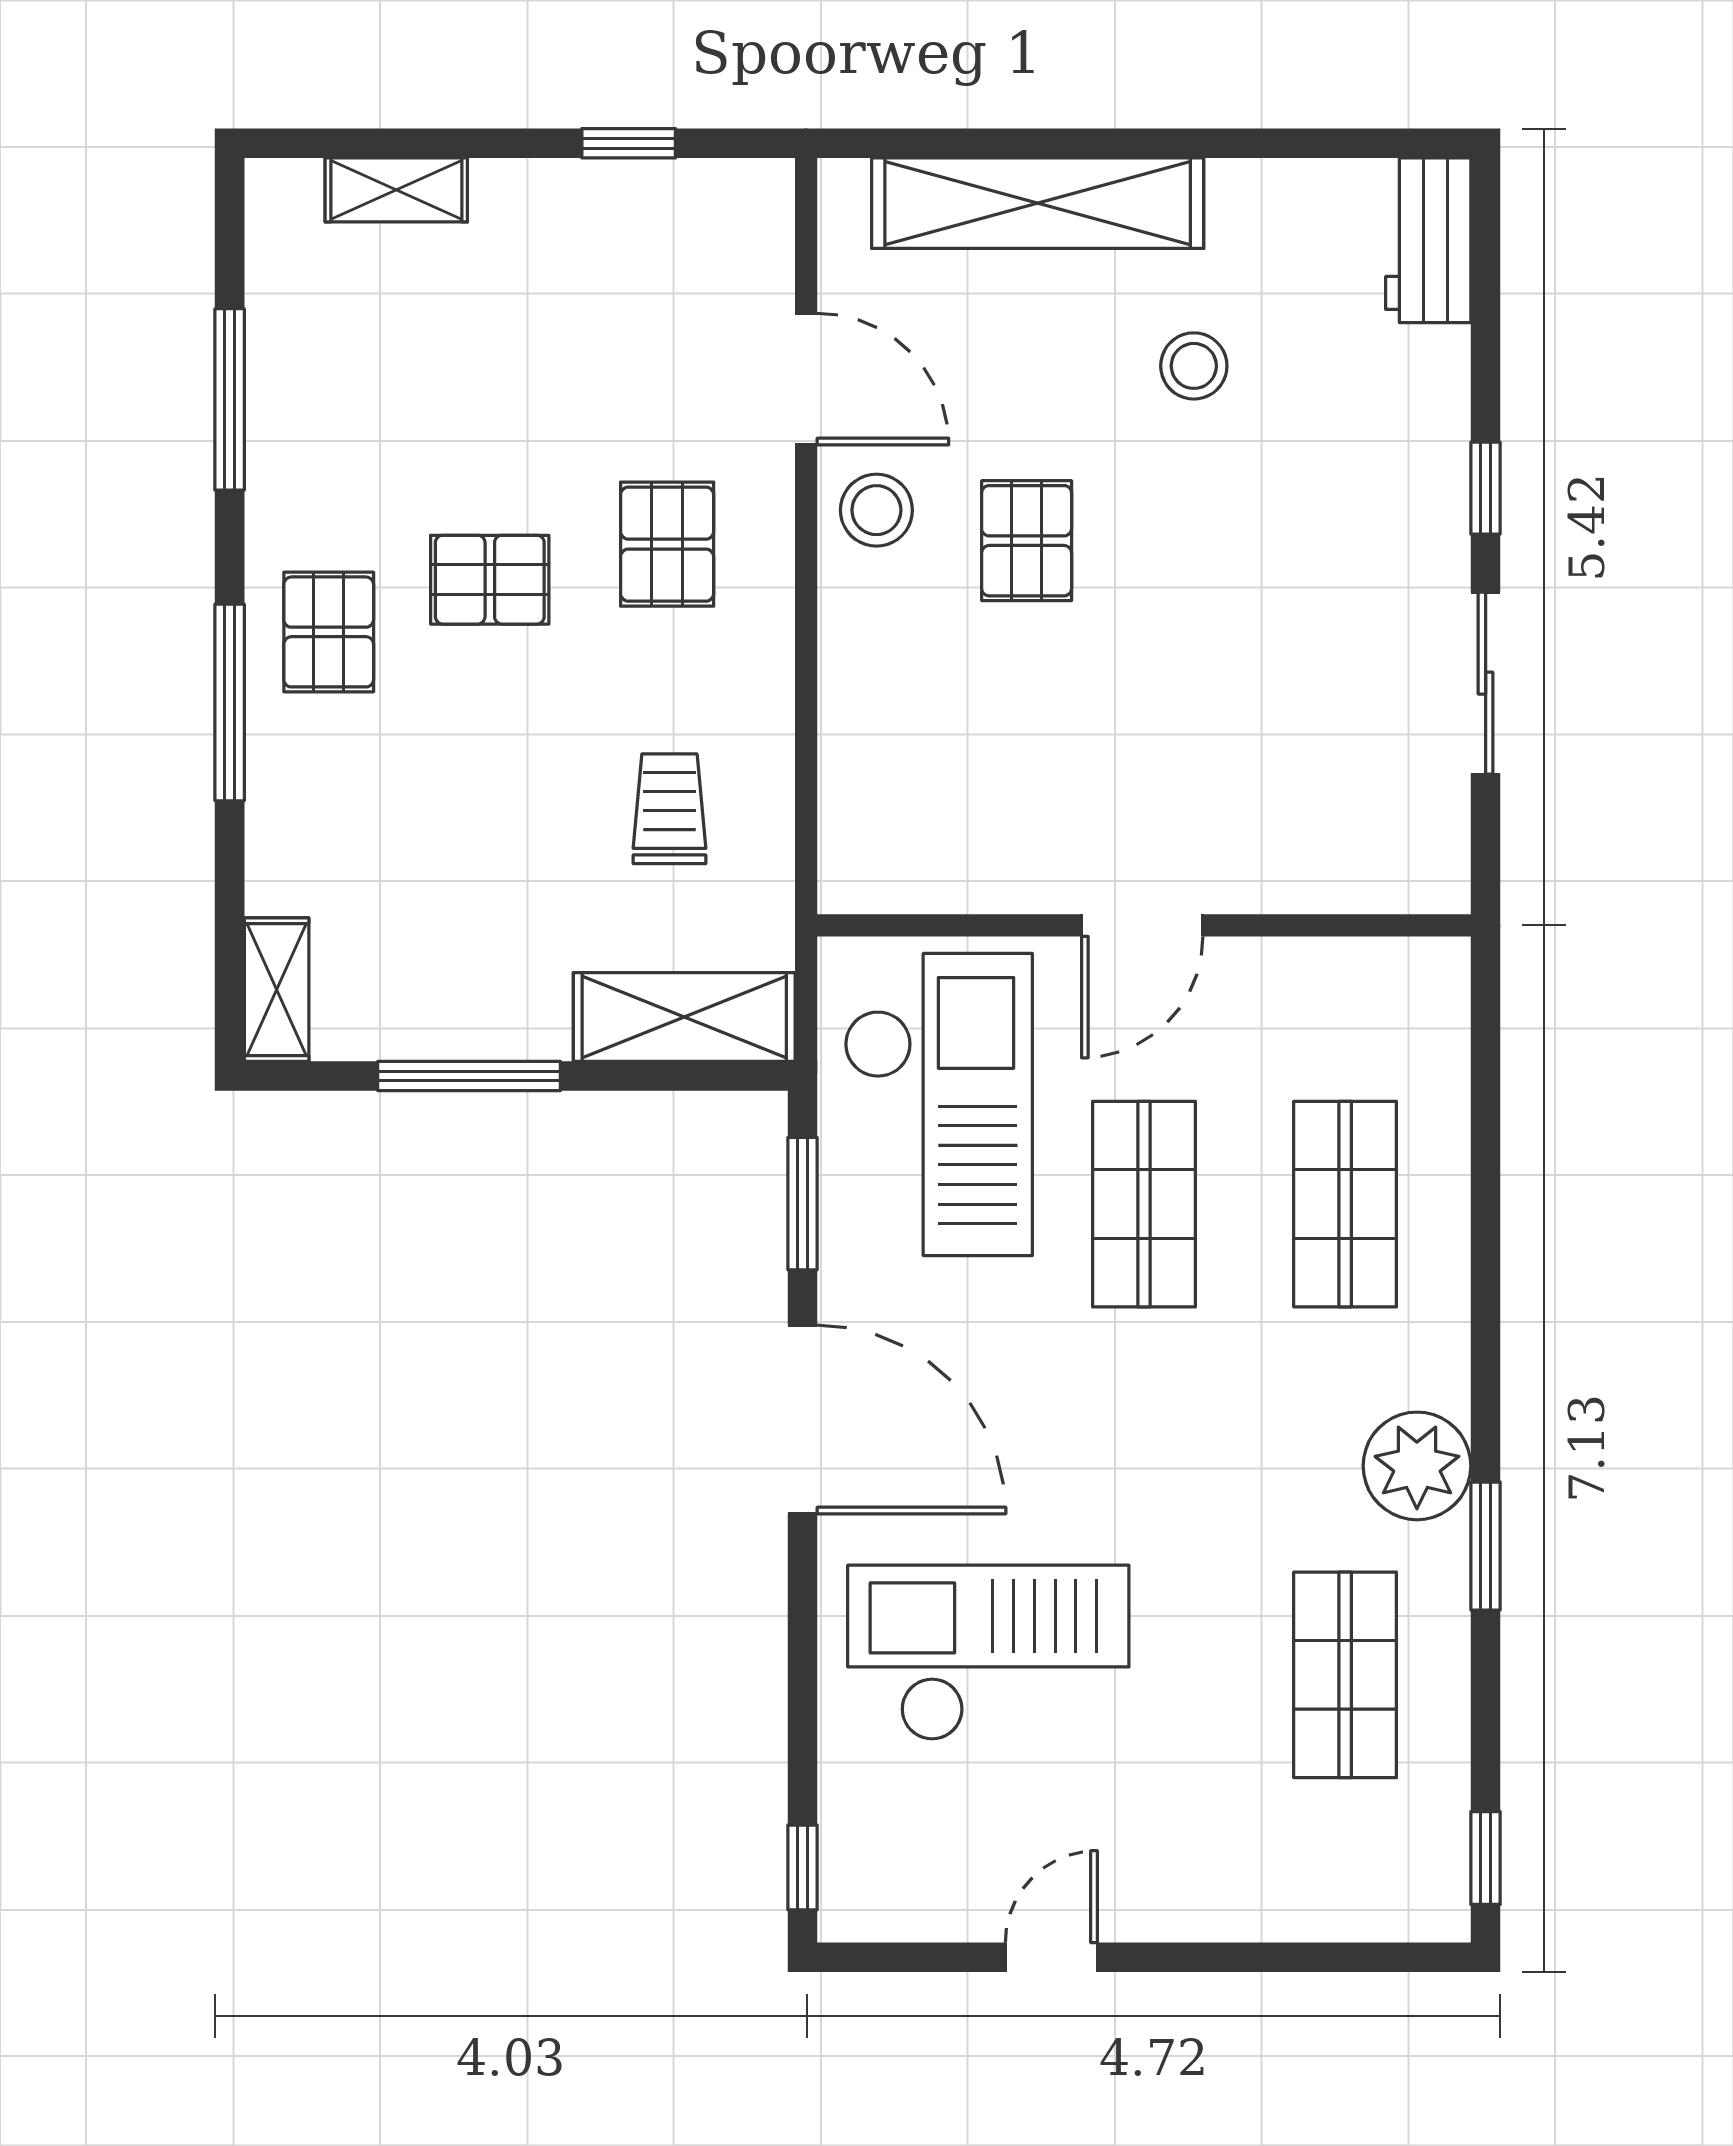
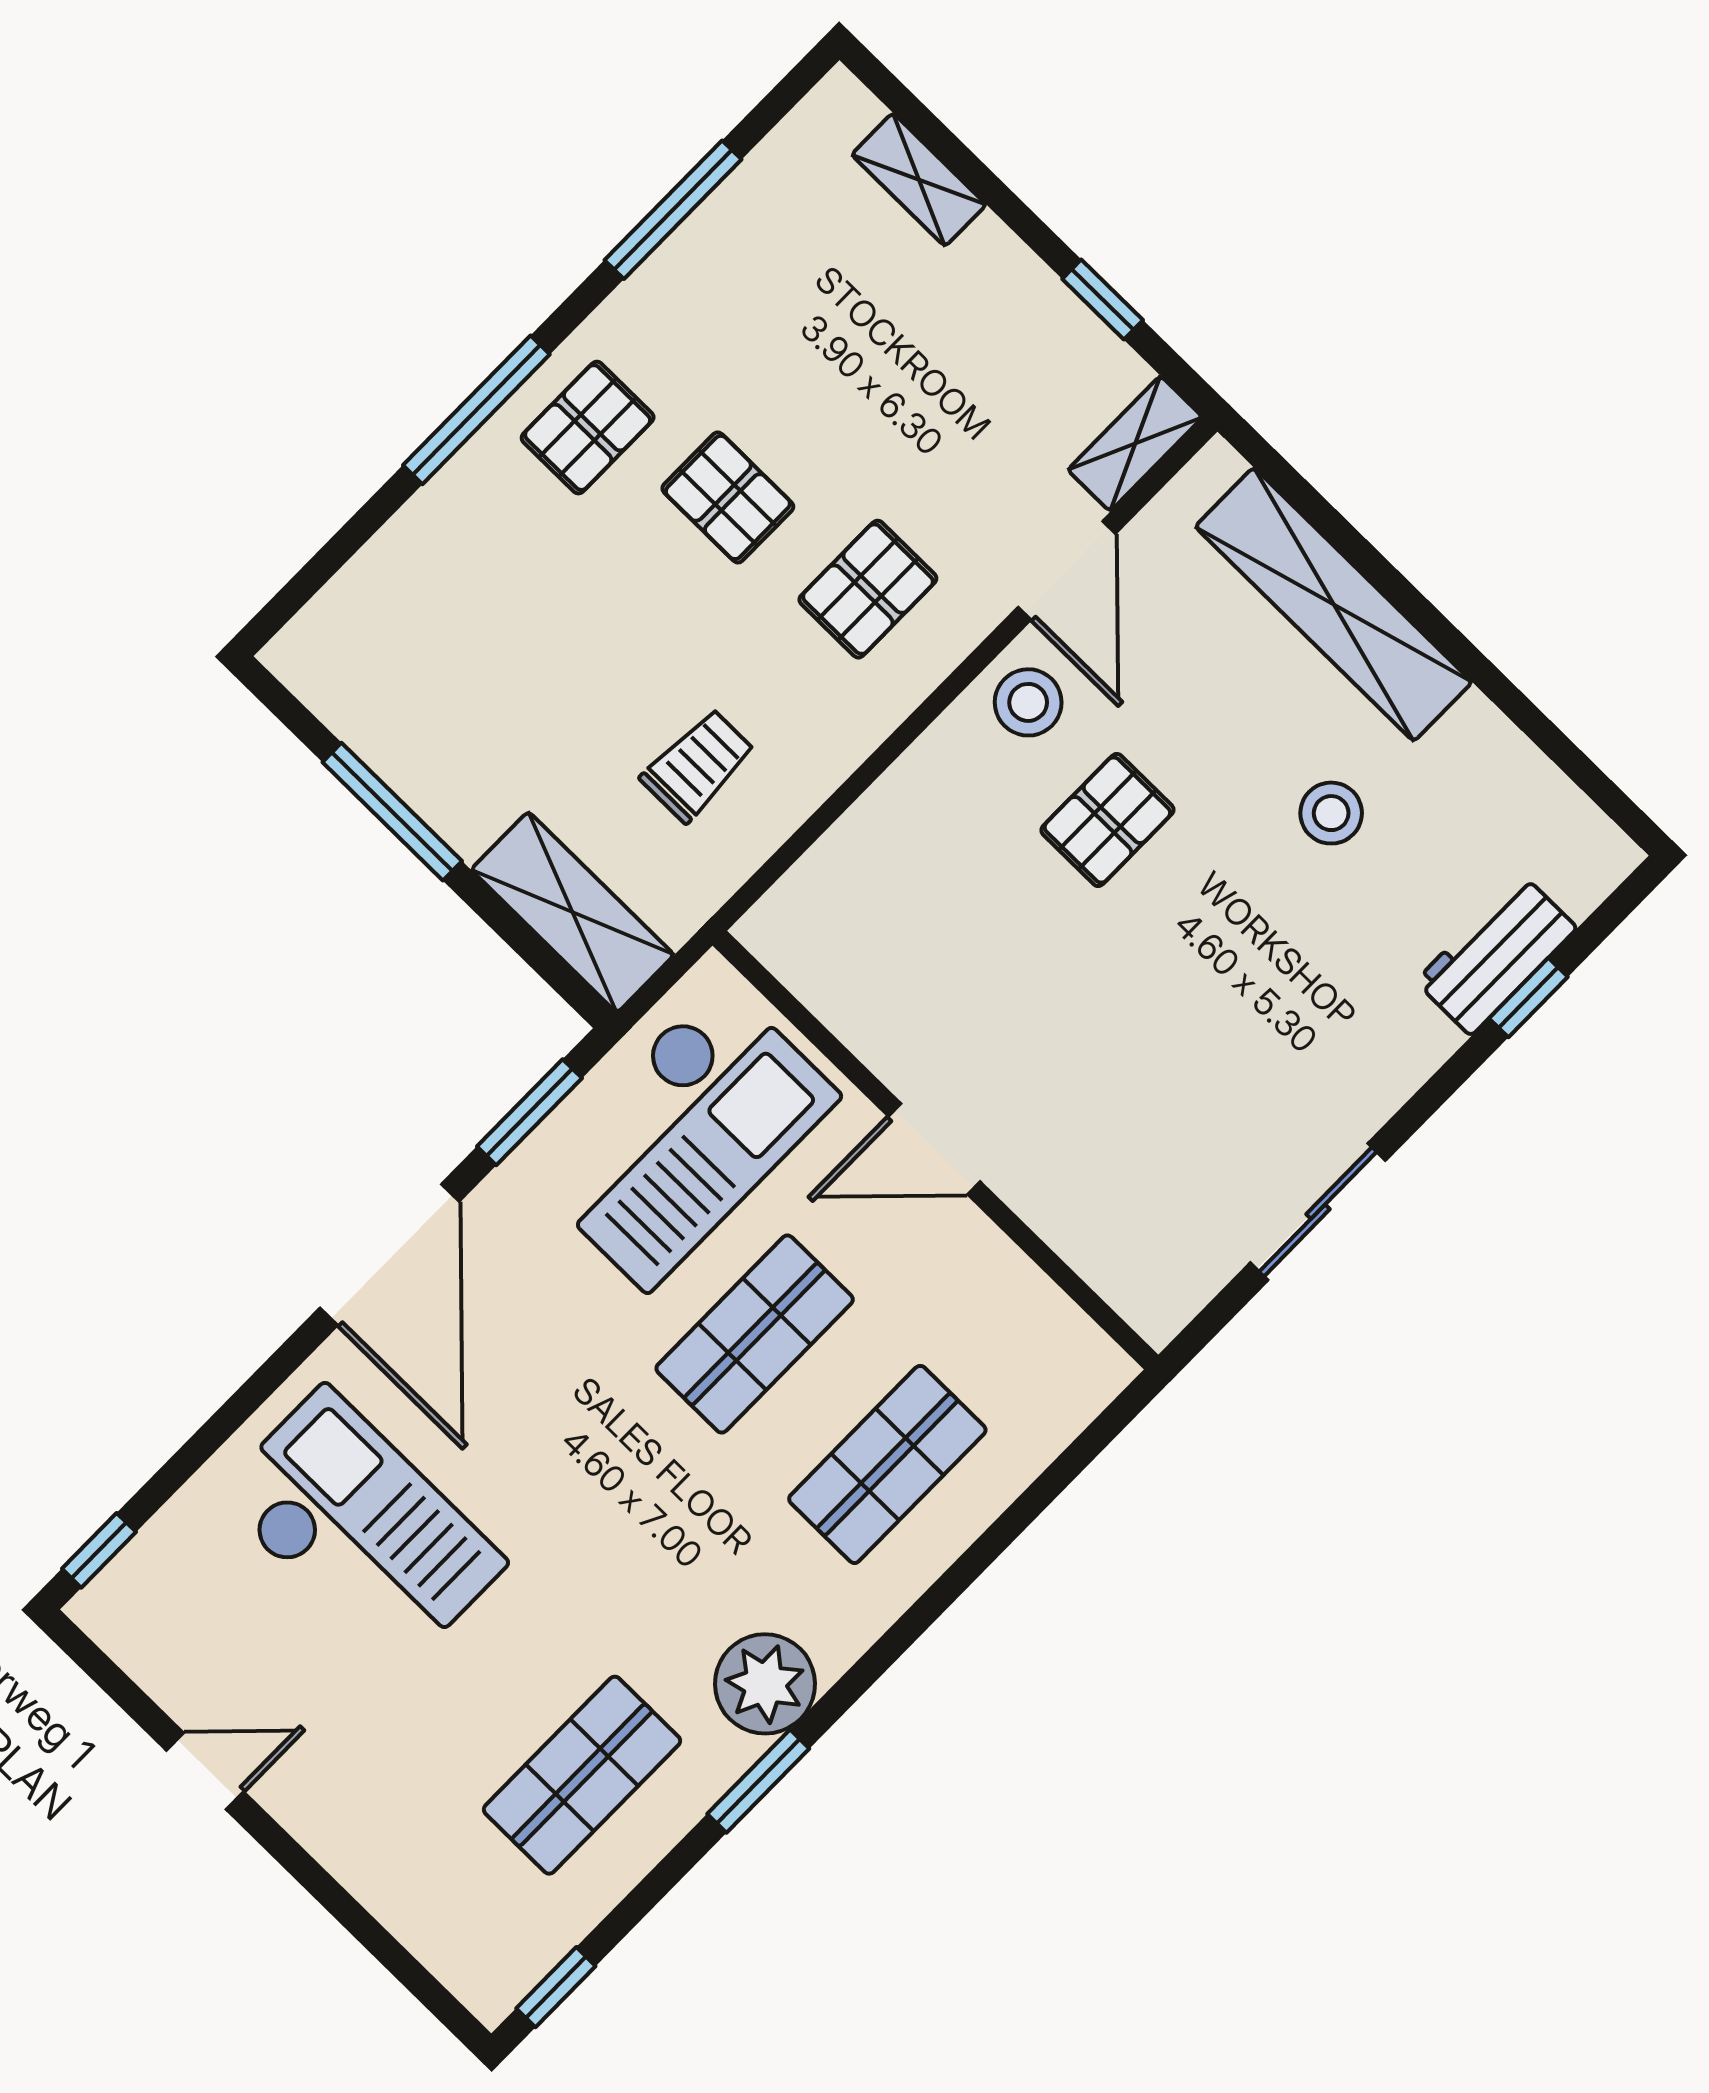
workbench: (1428, 240) -> (1496, 955), moved
window: (1486, 488) -> (1528, 998), moved
shelving: (277, 990) -> (1135, 444), moved

